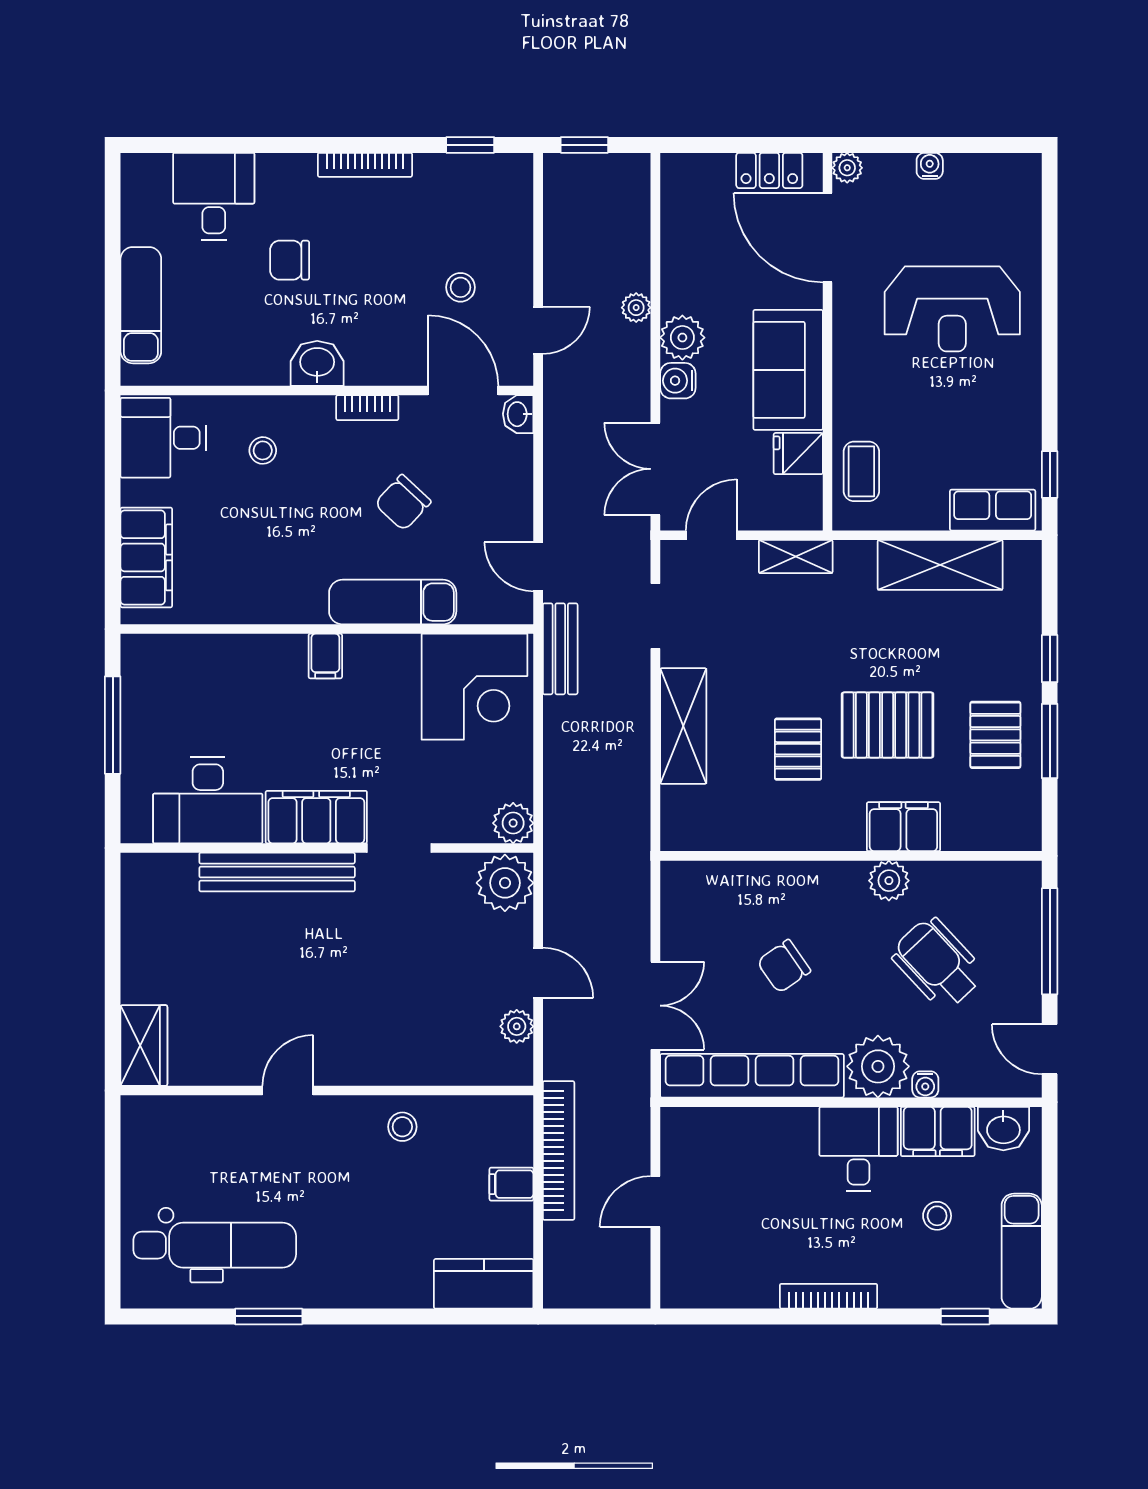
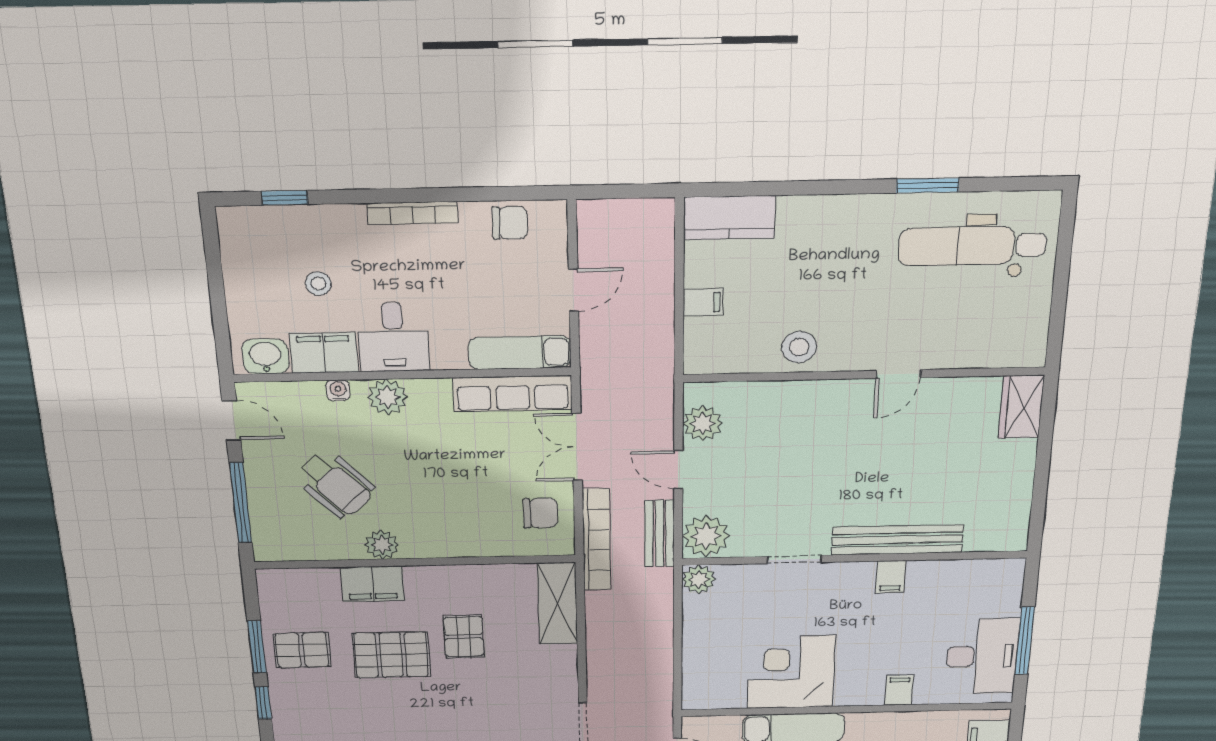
bench: (560, 649) -> (659, 533), moved
filing cabinet: (325, 656) -> (899, 690), moved
corner desk: (474, 687) -> (791, 672), moved
shelving: (683, 726) -> (557, 604), moved
pallet: (995, 735) -> (302, 650), turned 90
desk: (208, 800) -> (982, 656), moved, turned 90
filing cabinet: (316, 817) -> (890, 577), width x0.33, depth x0.86
chair: (784, 966) -> (541, 513), moved, turned 35
plant: (517, 1026) -> (703, 423), width x1.38, depth x1.38
plant: (878, 1066) -> (388, 397), width x0.73, depth x0.73
row of seats: (752, 1076) -> (513, 394), width x0.73
stool: (402, 1127) -> (799, 347), width x1.37, depth x1.37
bookcase: (559, 1151) -> (596, 540), moved, turned 180
exam couch: (1022, 1251) -> (520, 352), moved, turned -90
chair: (723, 1283) -> (510, 223), added

